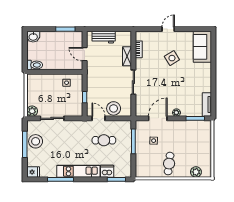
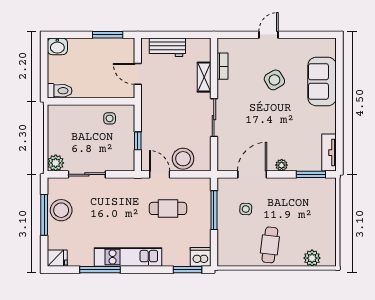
sofa: (202, 47) -> (322, 81), moved
dishwasher: (107, 171) -> (201, 257), moved

